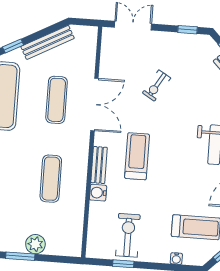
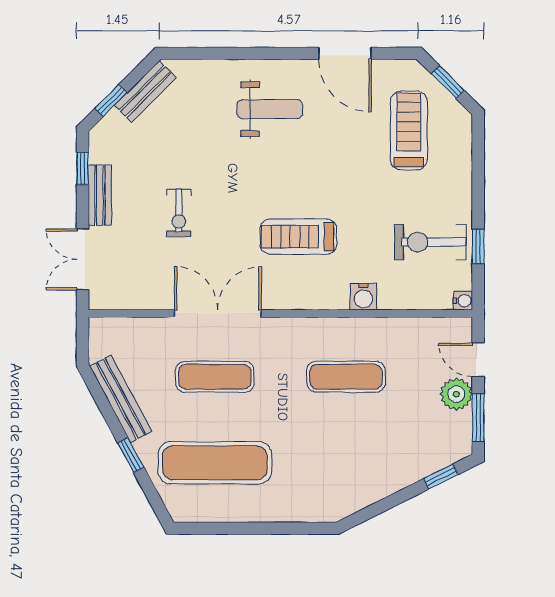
exercise bike: (157, 85) -> (179, 213), turned 59
bench: (99, 165) -> (100, 195), moved, turned 90
door: (55, 259) -> (478, 360), added
water cooler: (176, 259) -> (463, 301), moved

